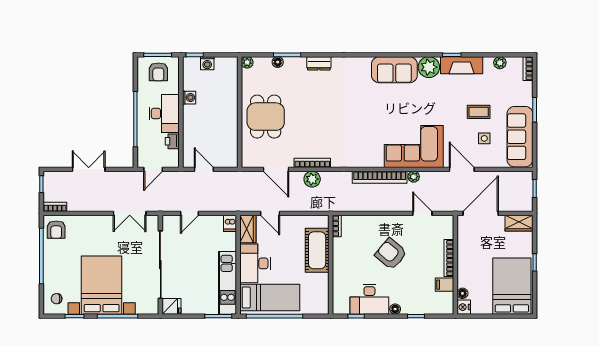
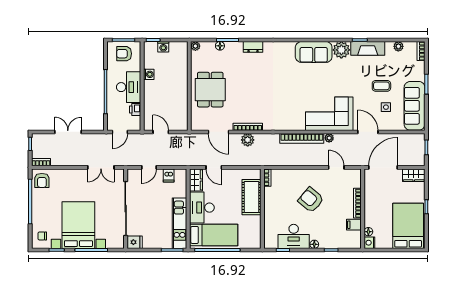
armchair: (158, 72) -> (124, 54), turned 90
dishwasher: (230, 223) -> (169, 175), moved

